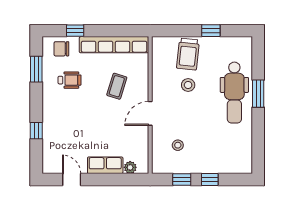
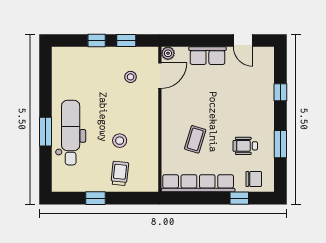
trolley: (188, 54) -> (120, 173), width x0.73, depth x0.72
window: (36, 69) -> (280, 144), moved
door: (150, 113) -> (160, 76), moved
plant: (130, 167) -> (168, 53), moved

